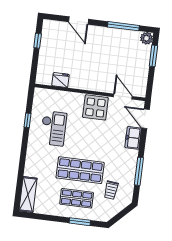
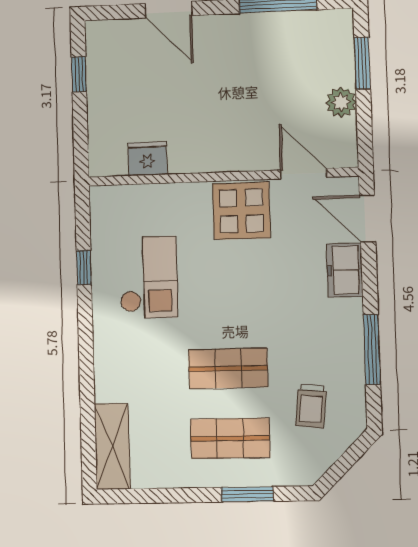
plant: (146, 38) -> (341, 102), moved
shop shelf: (80, 170) -> (228, 368), width x0.70, depth x0.74

